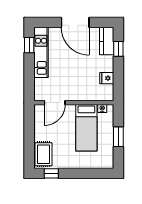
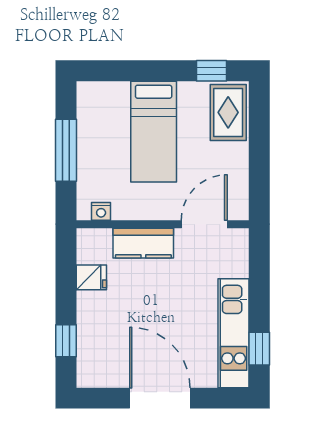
kitchen counter: (107, 41) -> (143, 243), moved, turned 90
bed: (86, 128) -> (154, 132), moved, turned 180
window: (118, 137) -> (66, 150), width x1.44

